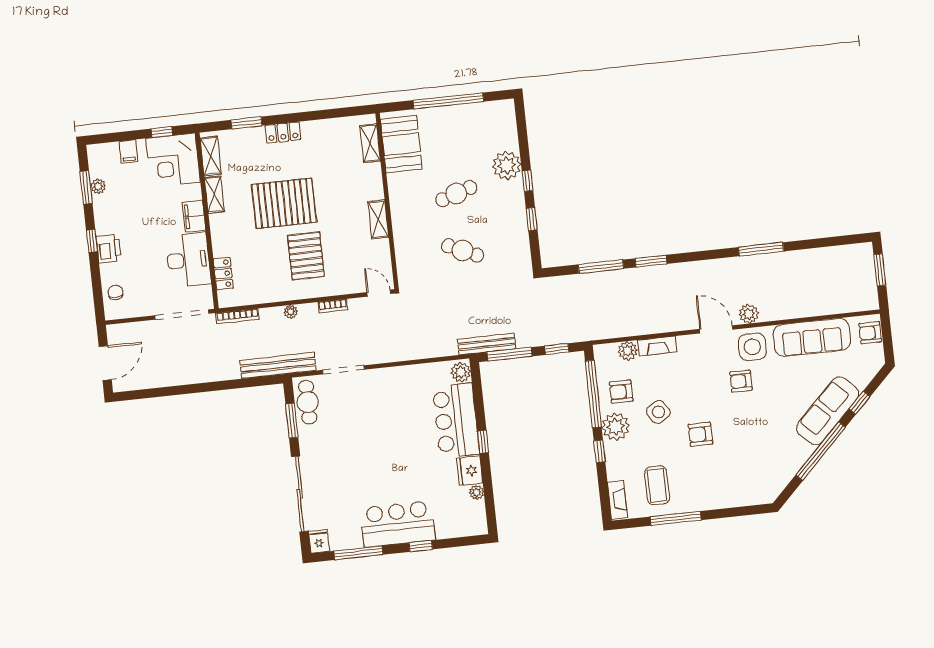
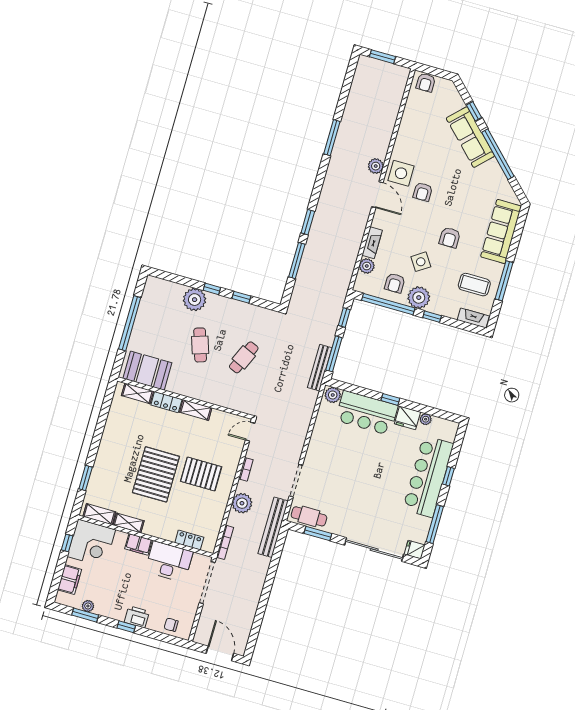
locker: (283, 133) -> (166, 402), moved, turned 90
filing cabinet: (128, 151) -> (70, 580), width x2.00
plant: (291, 312) -> (242, 503), width x1.87, depth x1.87
door: (716, 329) -> (377, 195), swing flipped
sofa: (812, 337) -> (501, 231), moved, turned 180
bar counter: (398, 524) -> (428, 477), width x1.36

